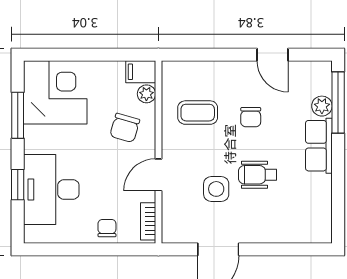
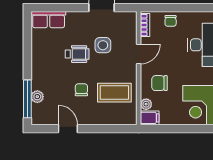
coffee table: (198, 113) -> (114, 93), width x1.36, depth x1.30
chair: (125, 128) -> (160, 83), turned -106
row of seats: (319, 146) -> (49, 20), moved, turned 90

